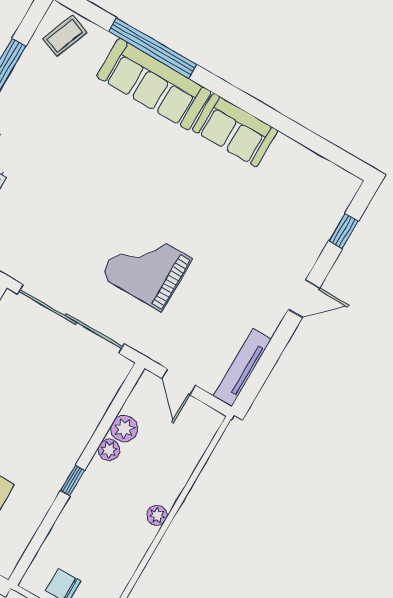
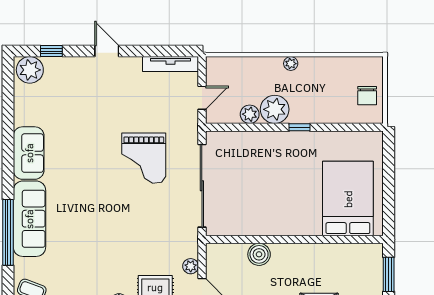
plant: (336, 191) -> (30, 70), added
plant: (109, 450) -> (275, 109), width x1.87, depth x1.87

